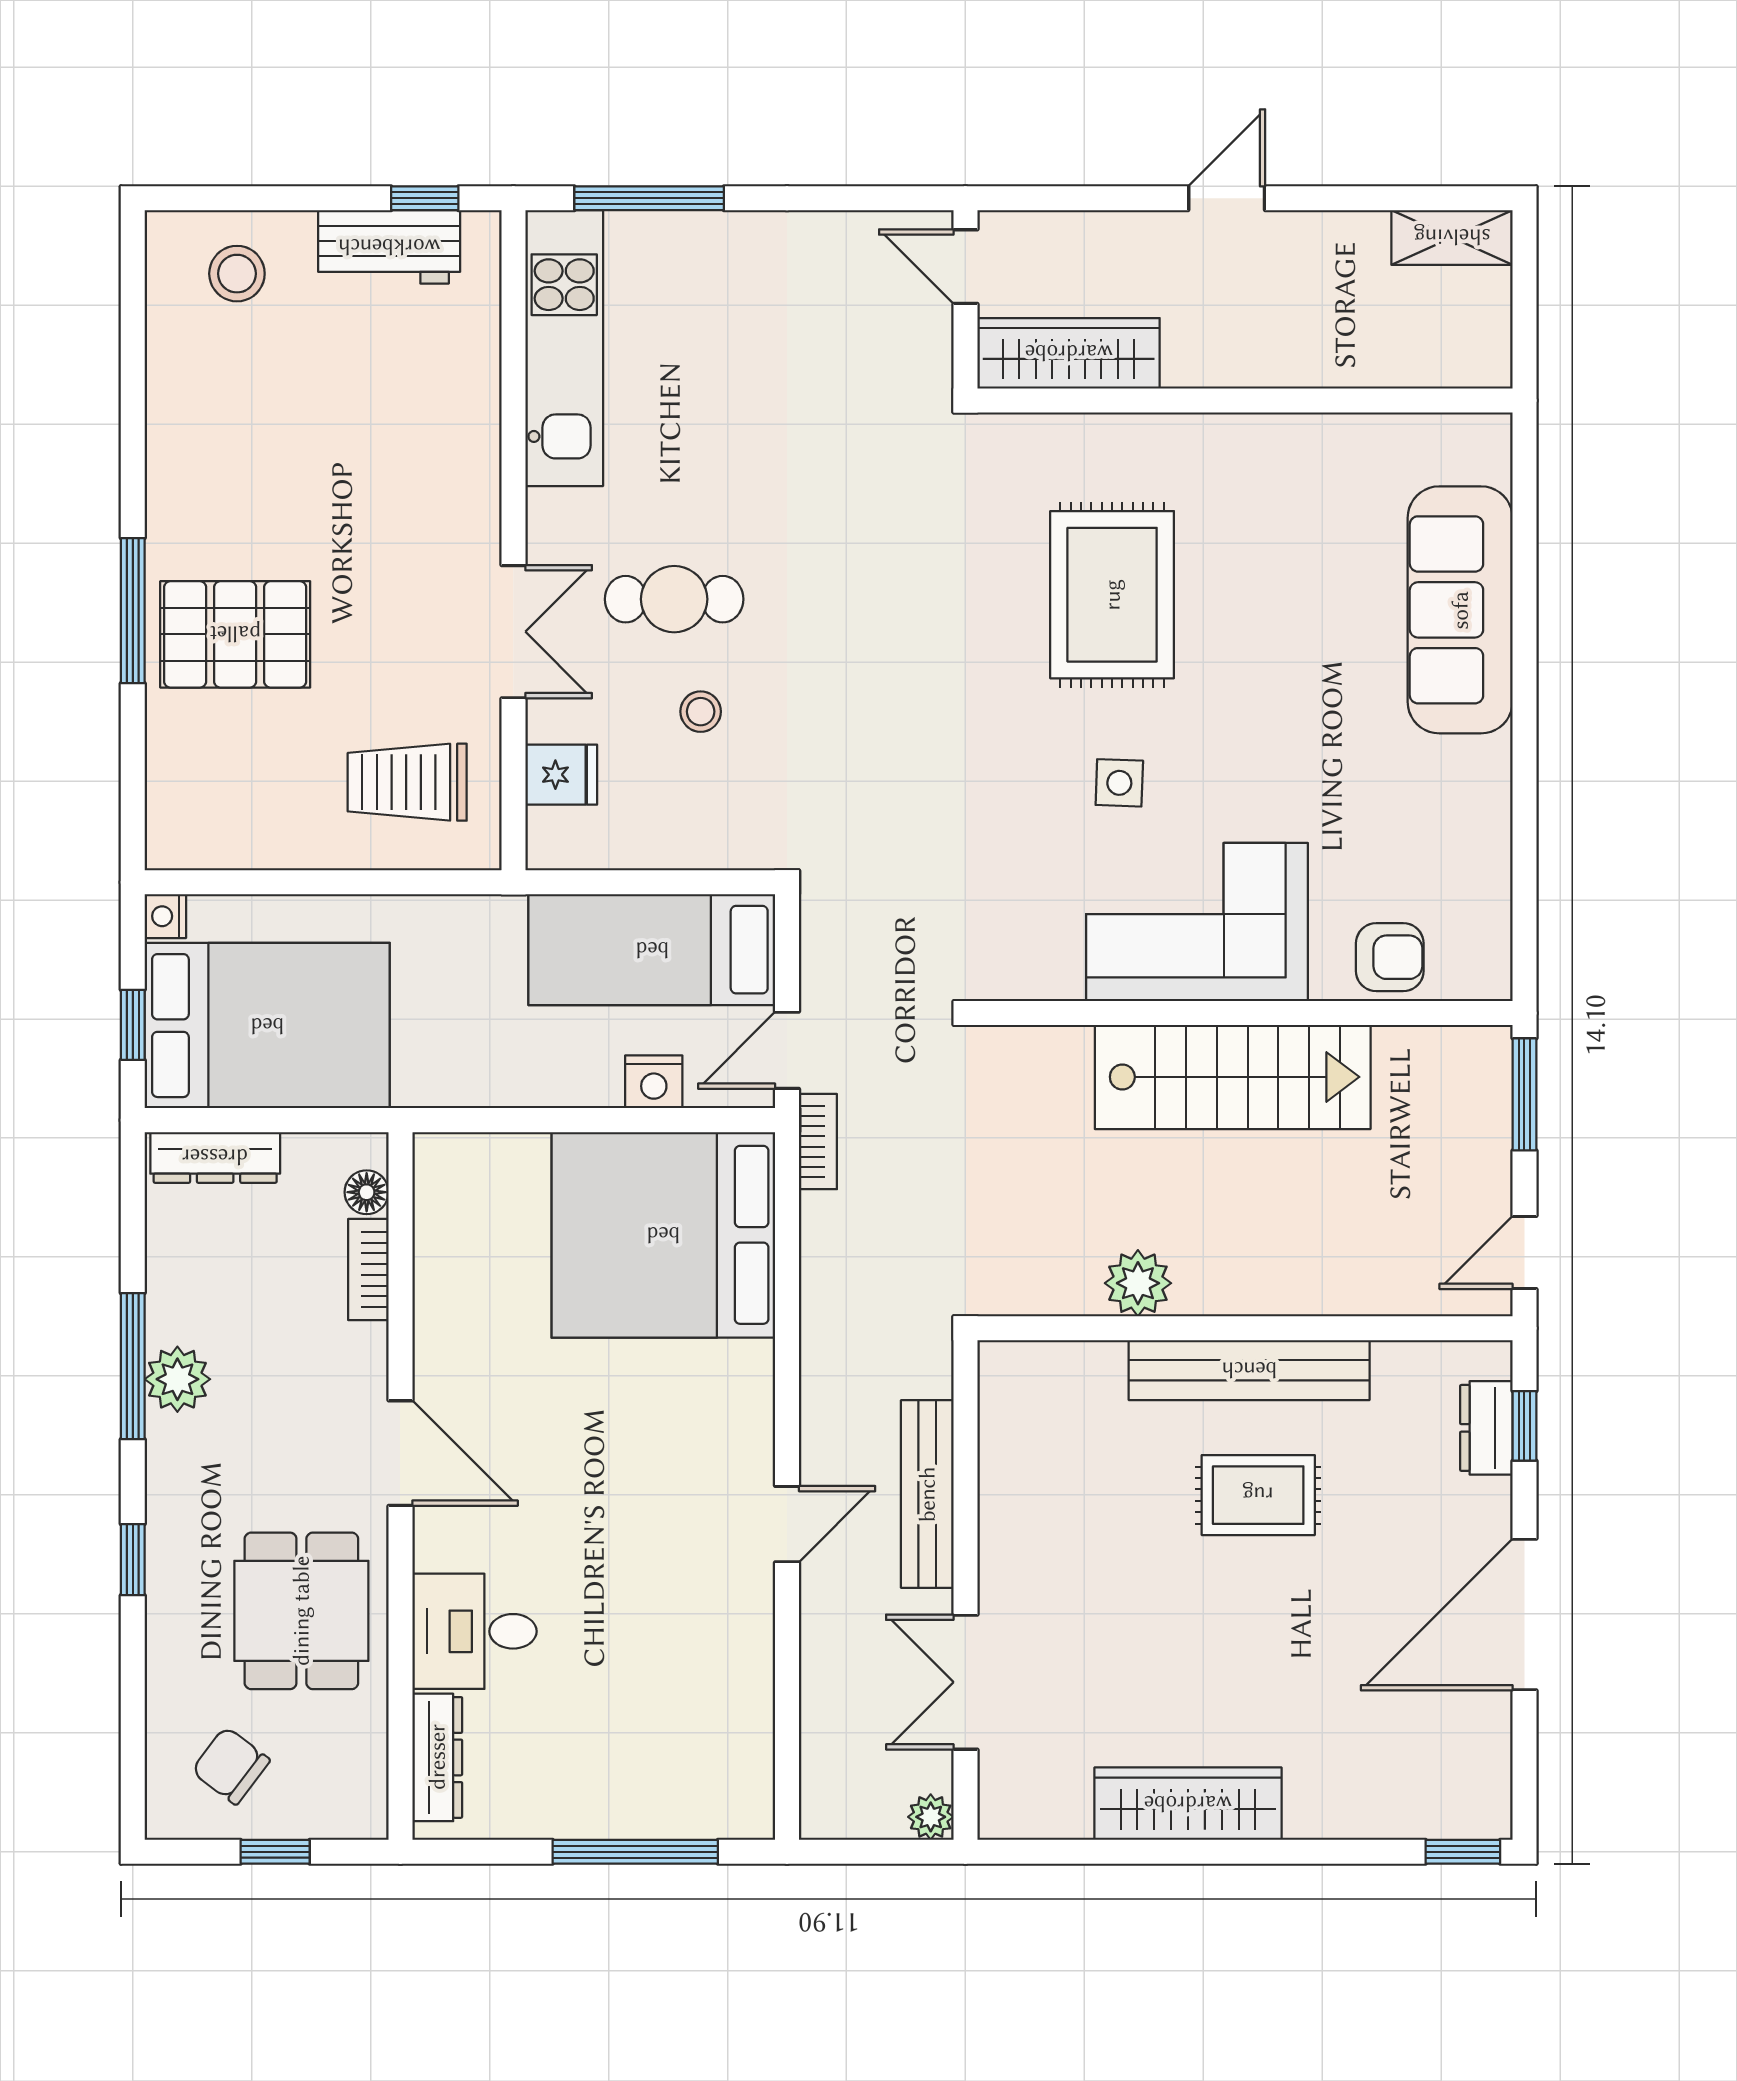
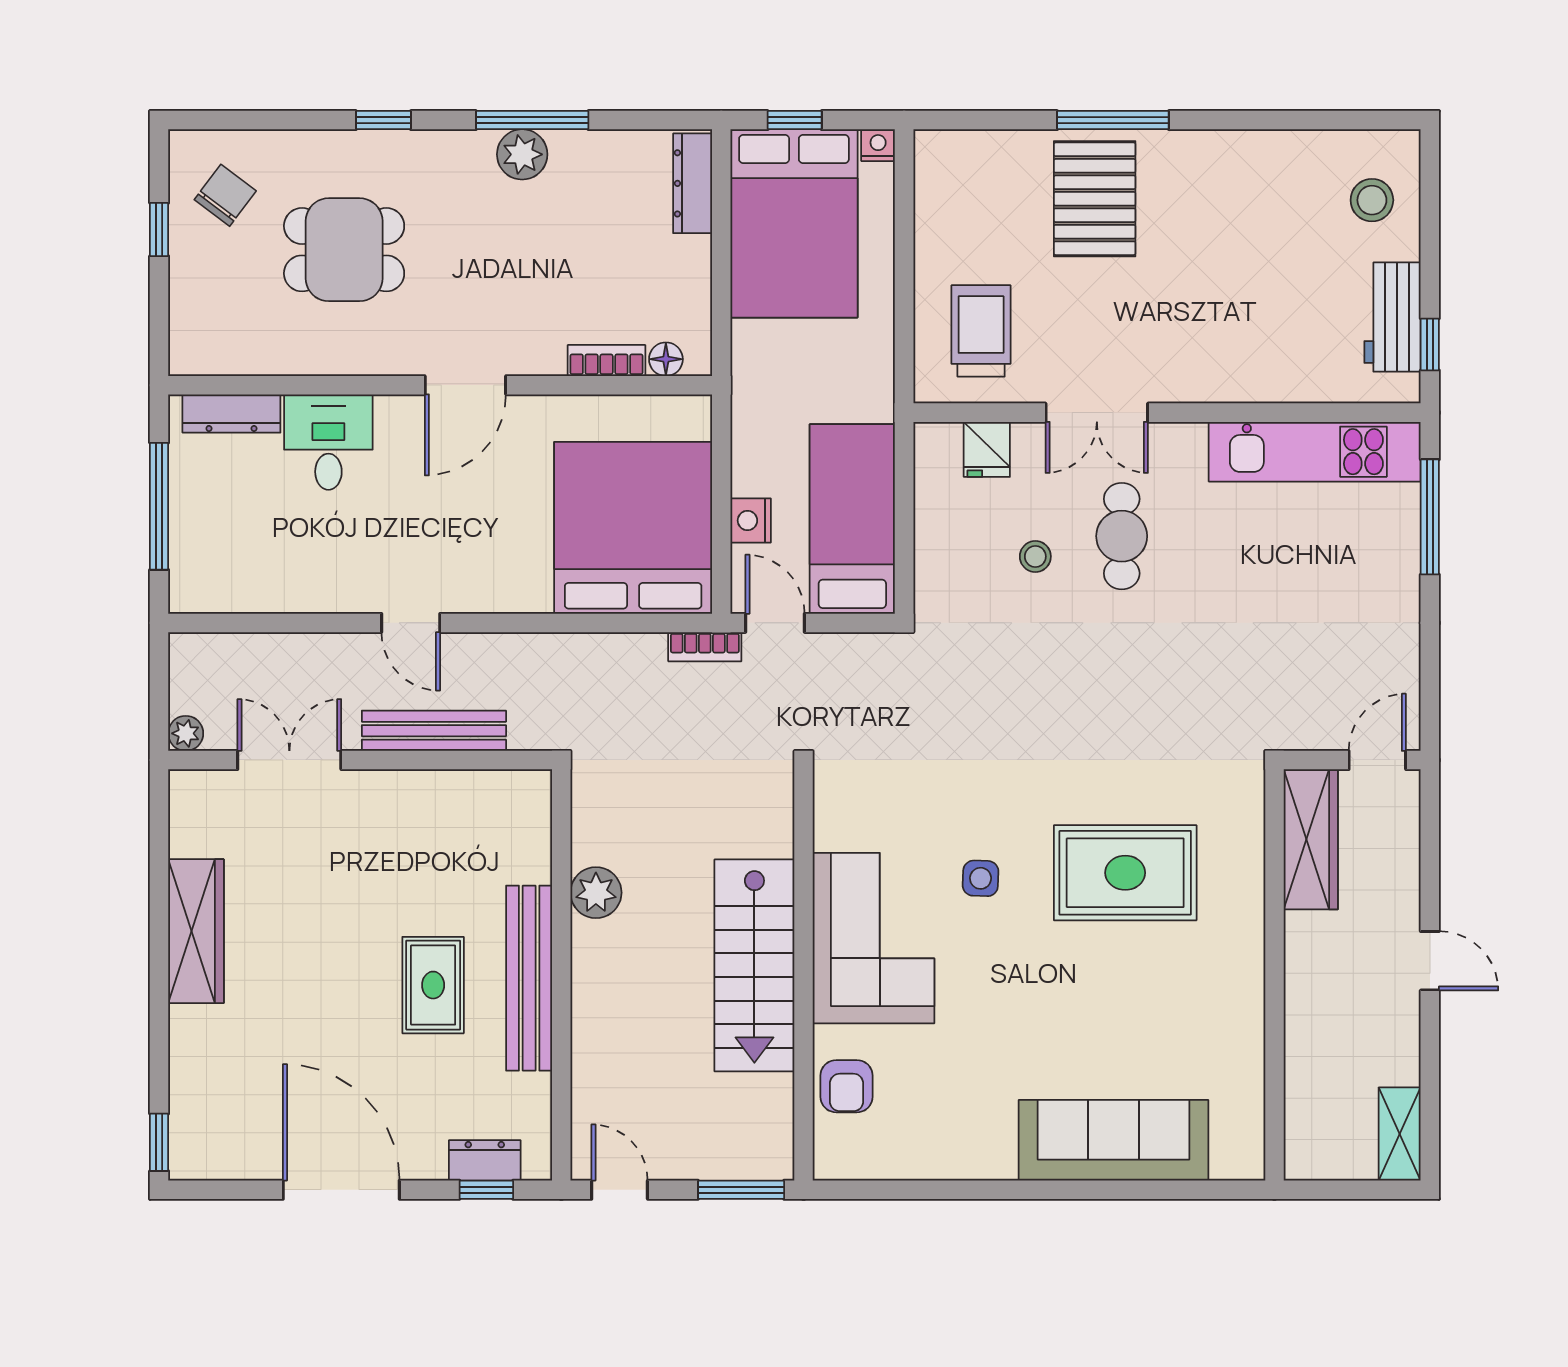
floor lamp: (367, 1192) -> (666, 359), moved
bookcase: (368, 1269) -> (607, 361), moved
door: (400, 1453) -> (465, 385), moved
wall: (400, 1486) -> (440, 385), moved
desk: (474, 1631) -> (328, 442), moved
dresser: (437, 1757) -> (231, 414), moved

